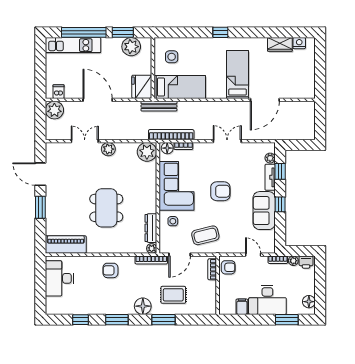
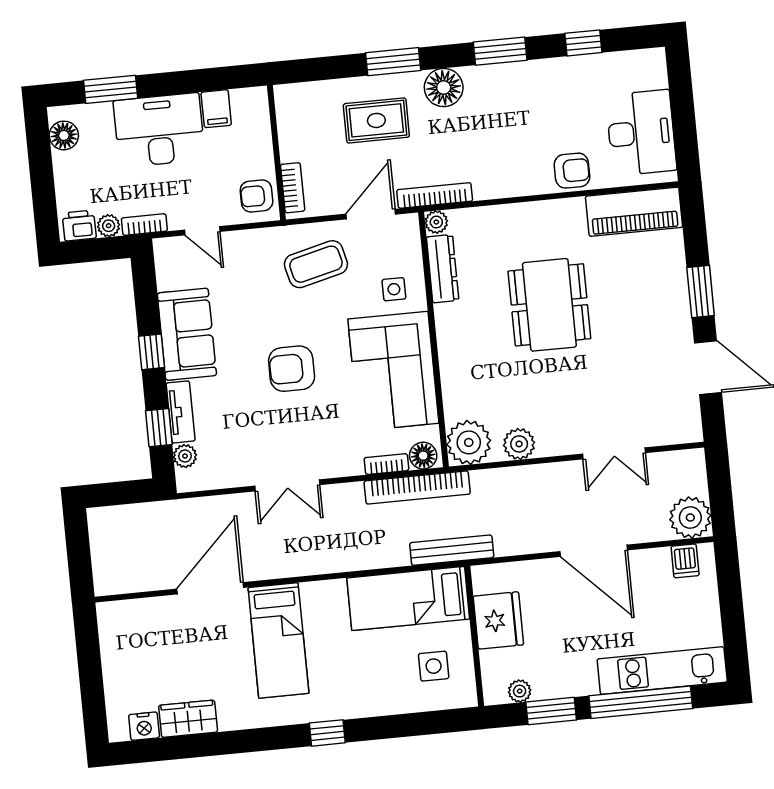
plant: (131, 47) -> (520, 691), width x0.53, depth x0.53
fridge: (142, 87) -> (498, 620), moved
plant: (108, 149) -> (519, 444), moved
armchair: (110, 270) -> (572, 171), moved

